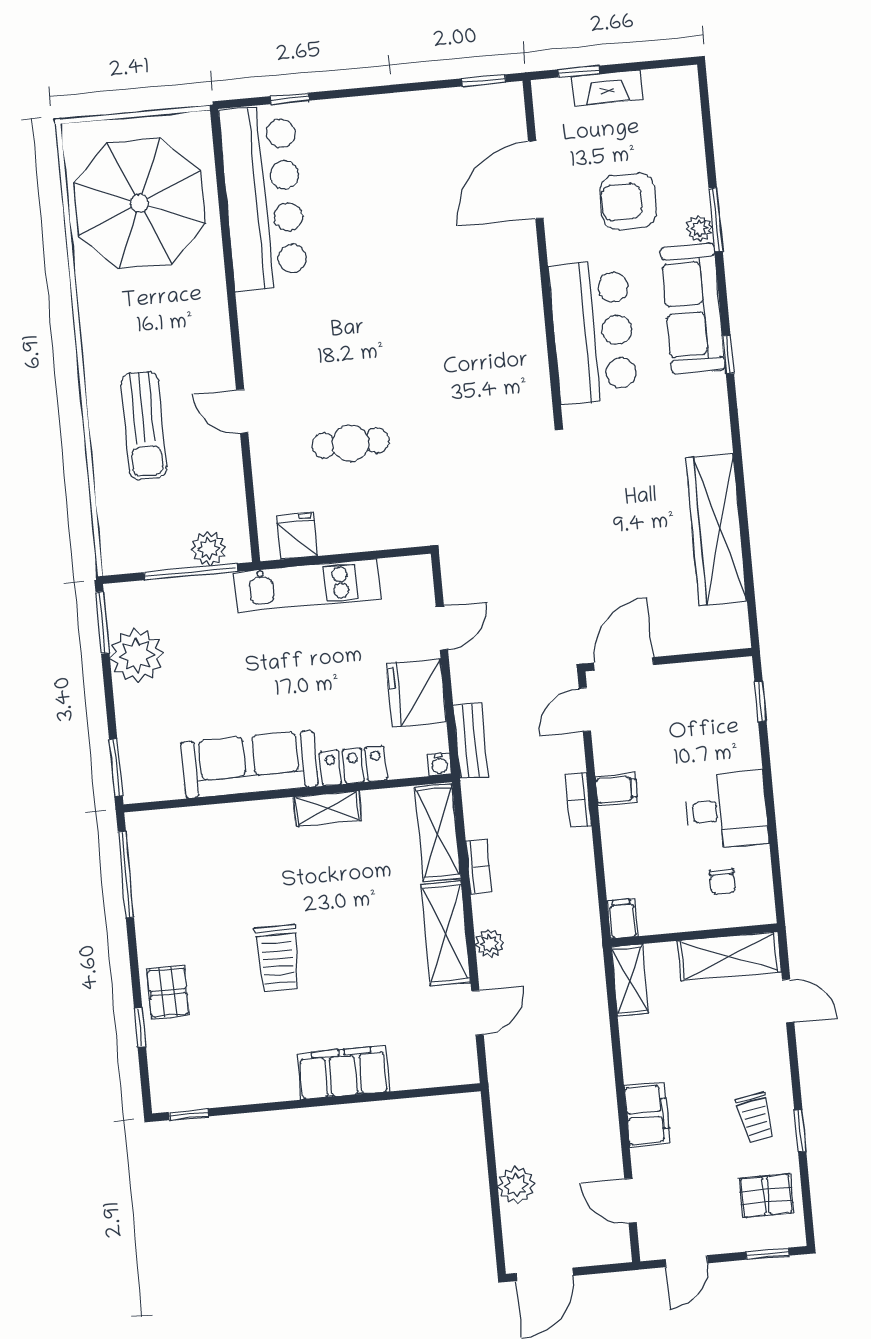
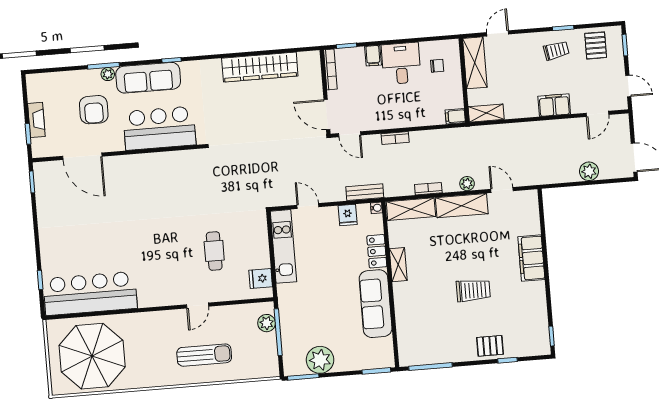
kitchen unit: (307, 585) -> (283, 246), moved
bookcase: (713, 670) -> (330, 69), added
fridge: (416, 693) -> (348, 215), width x0.53, depth x0.75
filing cabinet: (616, 790) -> (373, 56), moved, turned 180

